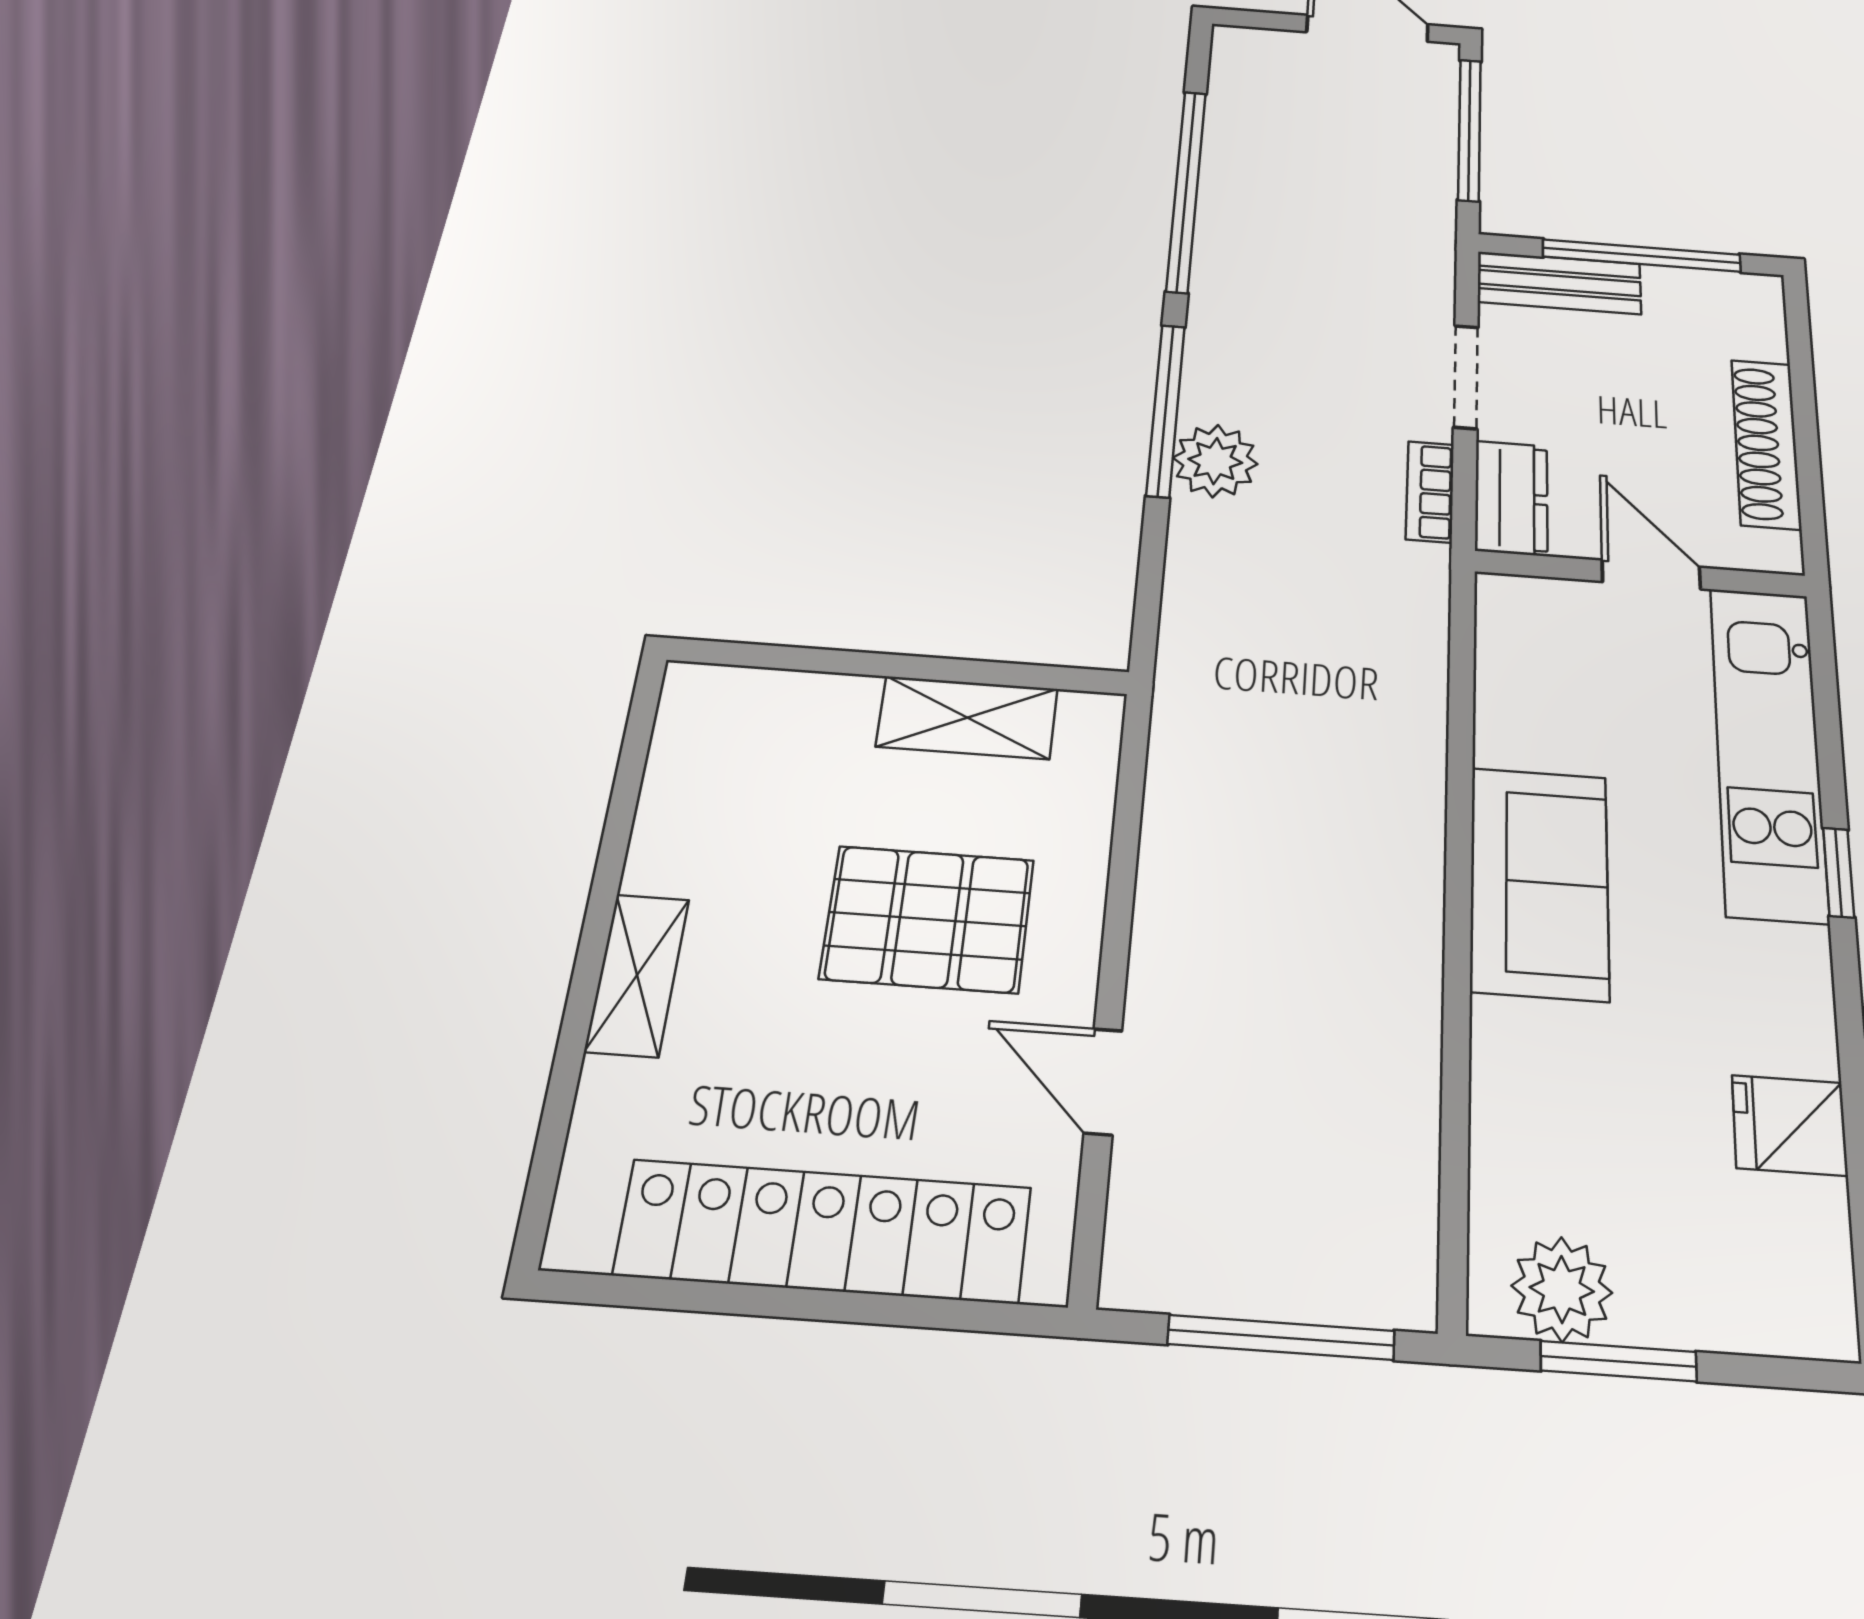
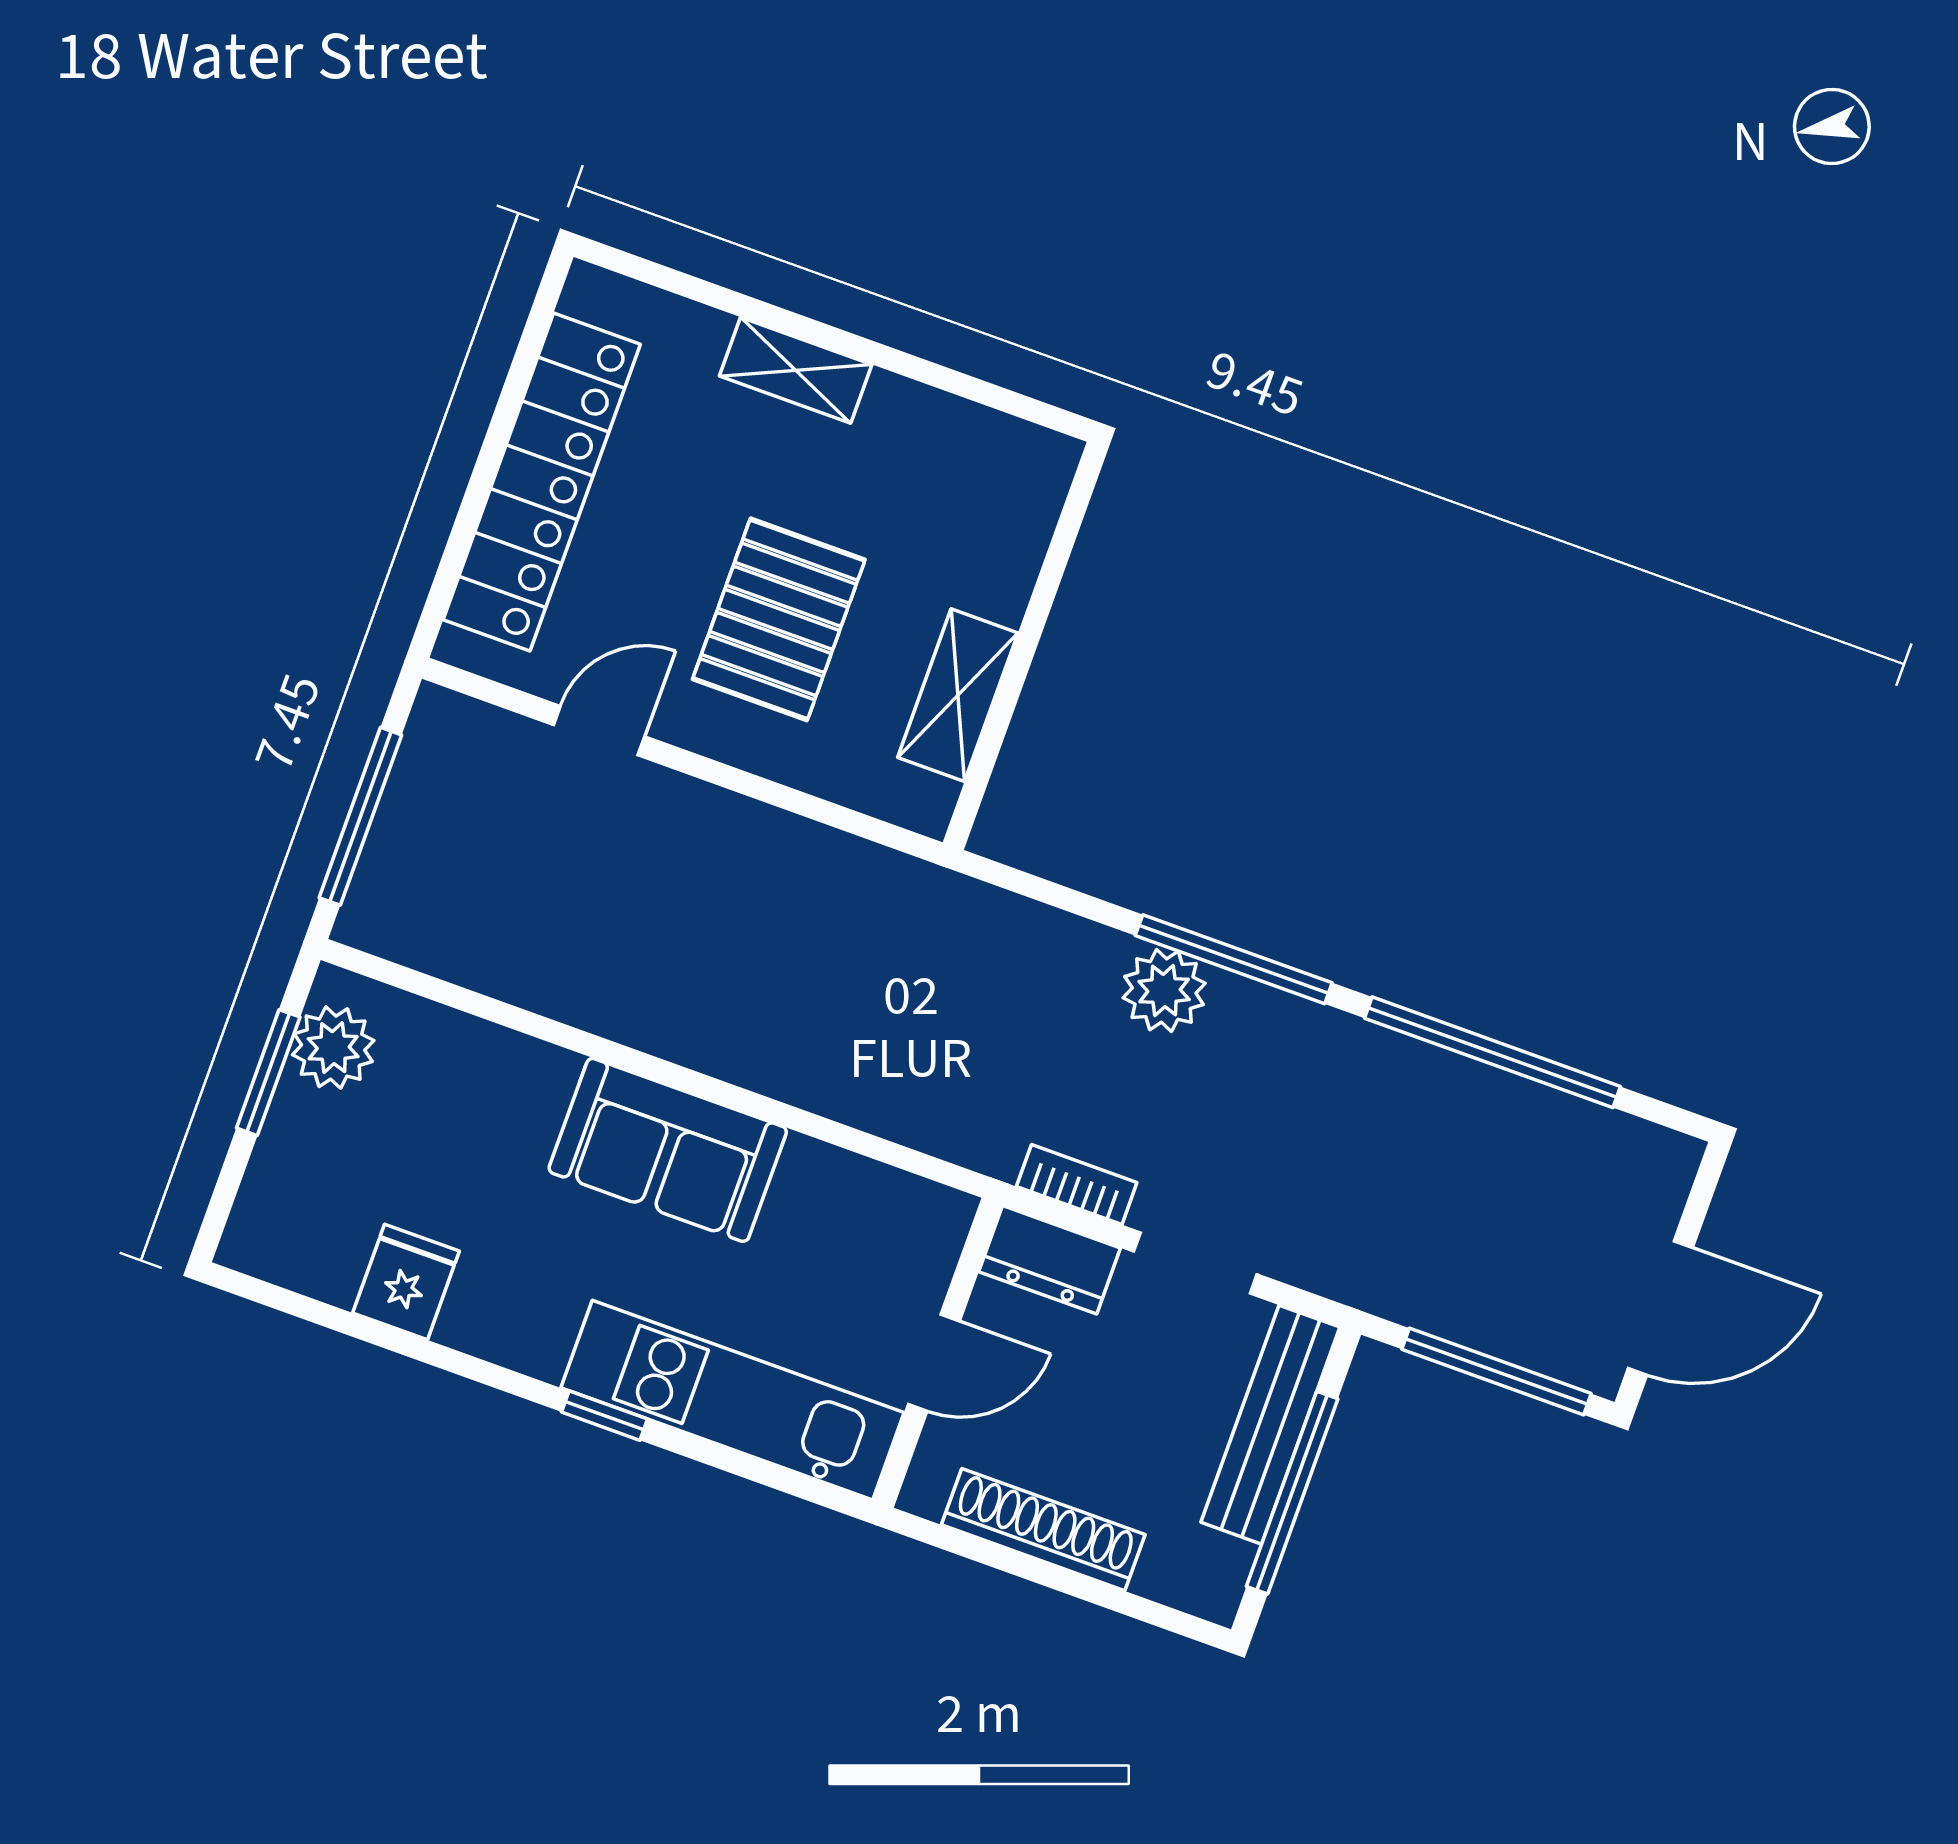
bench: (1559, 283) -> (1270, 1425), width x1.36

